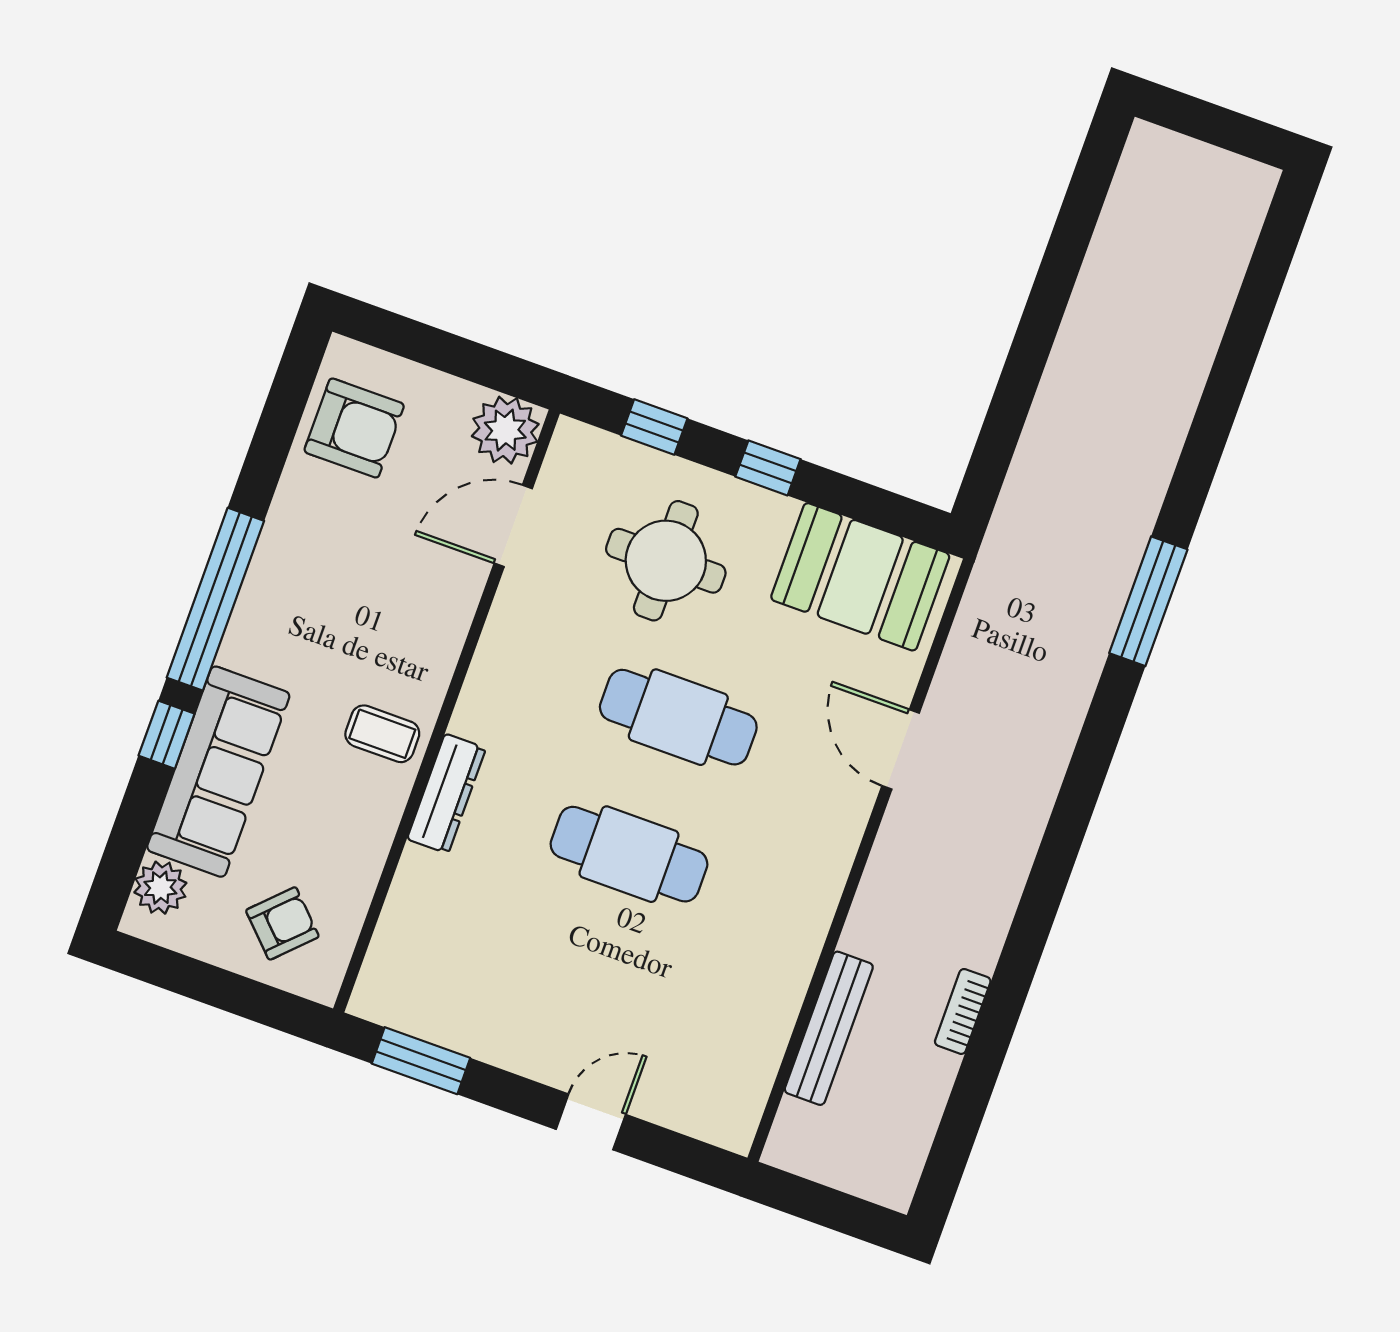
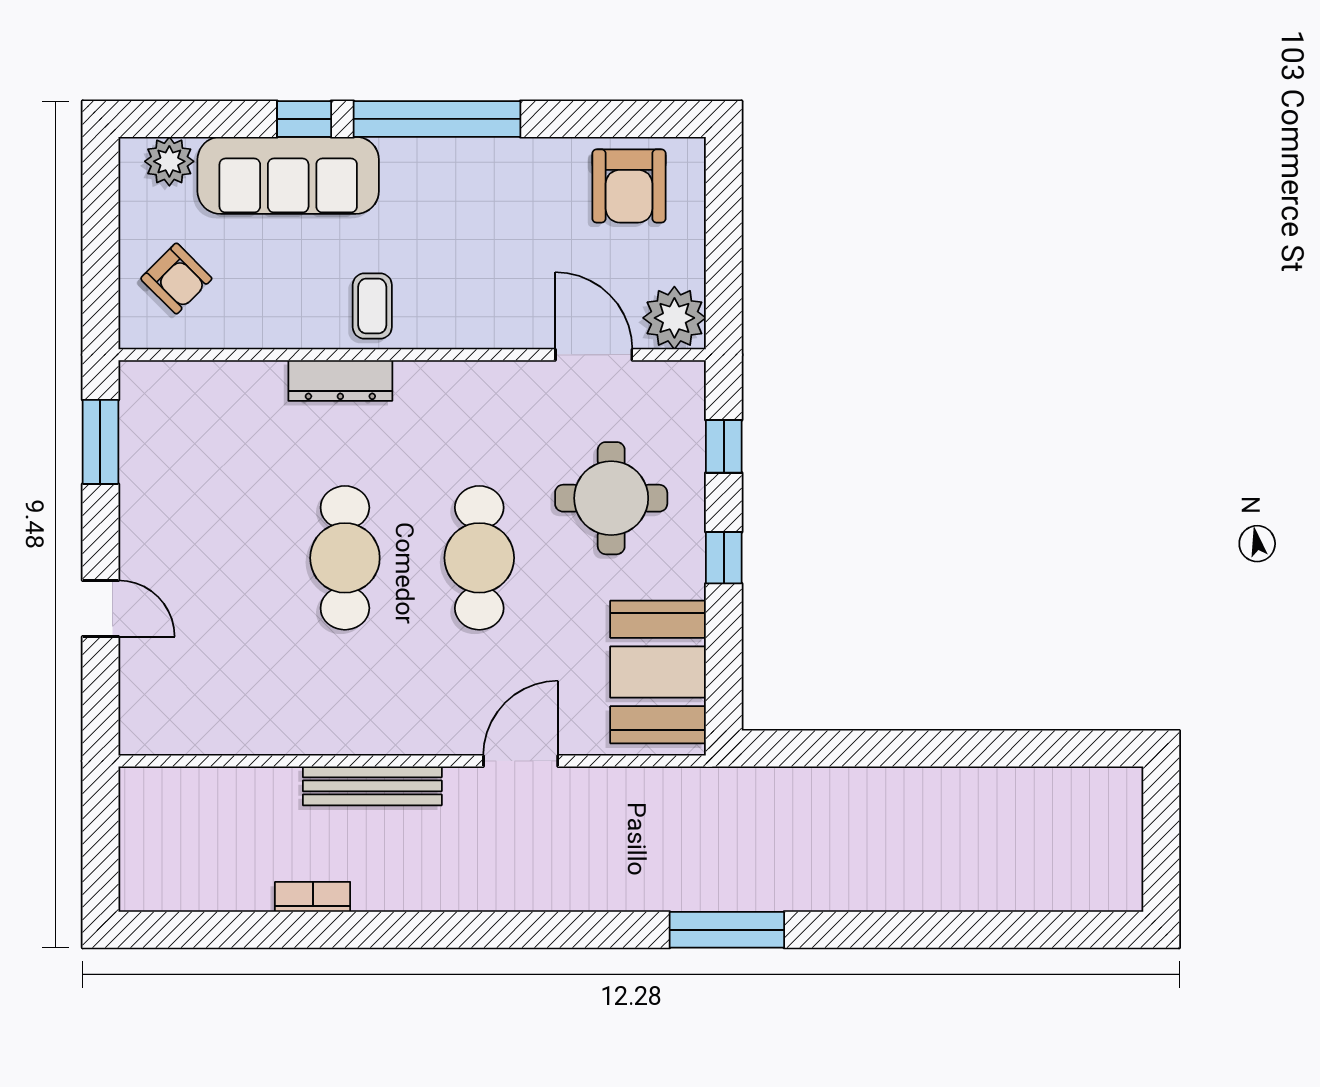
bench: (829, 1028) -> (372, 786), moved

